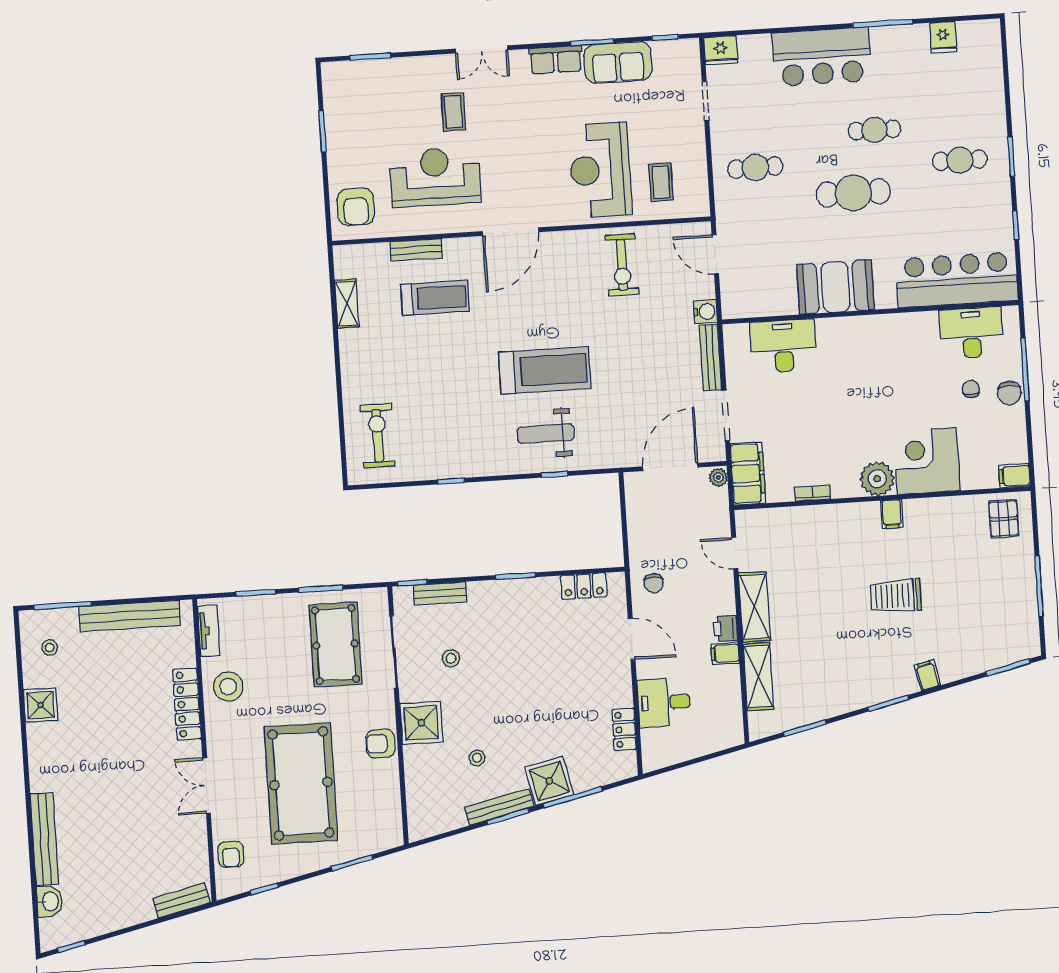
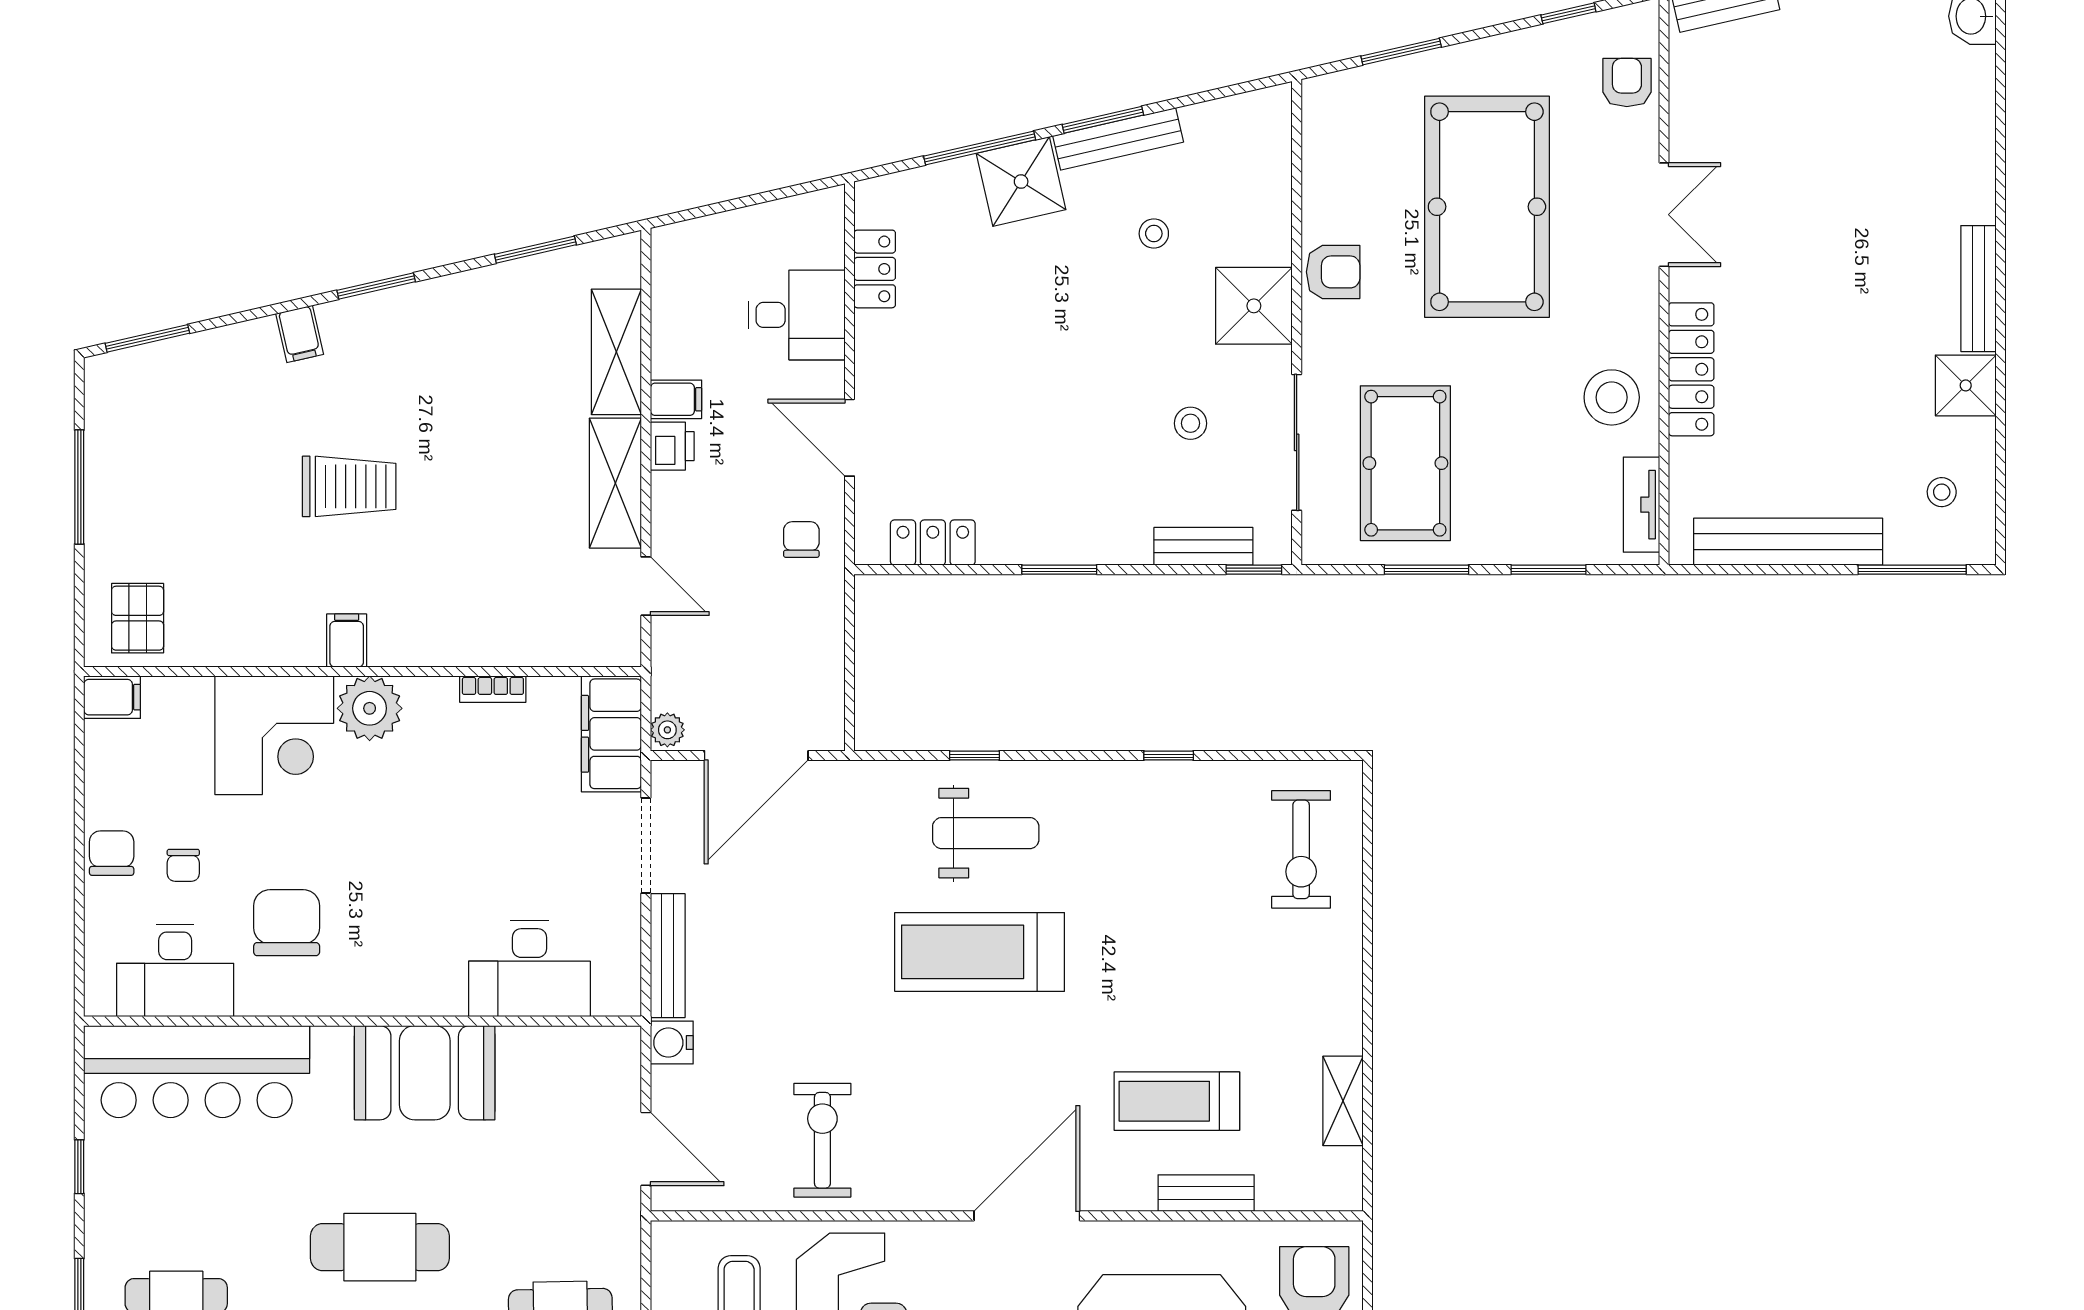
chair: (914, 362) -> (287, 923), added
window: (1025, 370) -> (79, 895), removed
bench: (44, 839) -> (1978, 289), moved, width x0.73, depth x0.82

